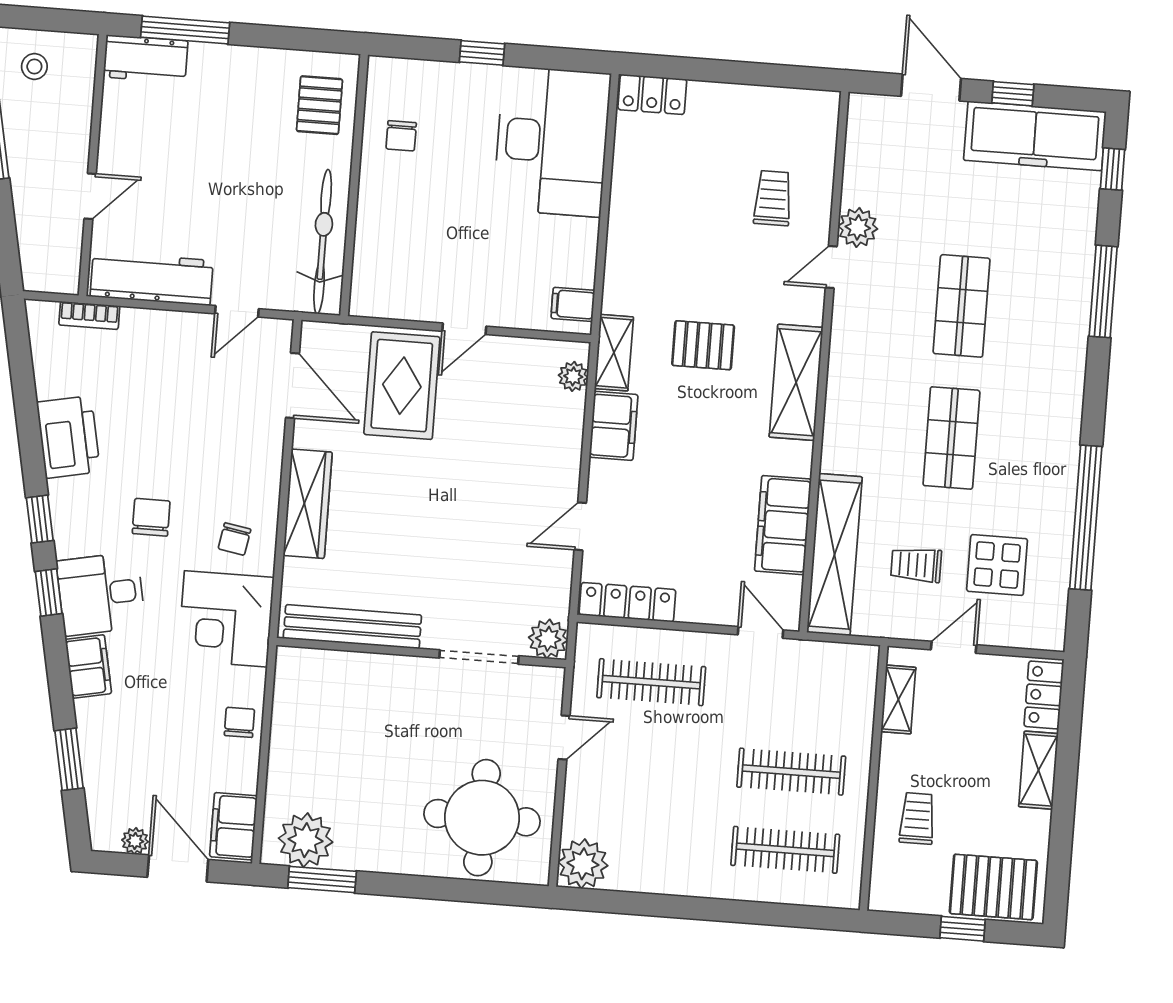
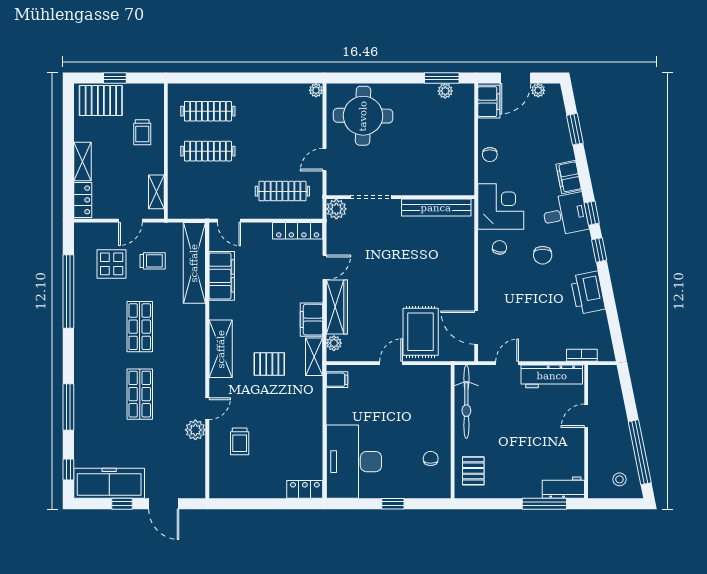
wardrobe: (308, 504) -> (337, 307), moved, turned 180
plant: (306, 840) -> (445, 91), width x0.53, depth x0.53
plant: (583, 864) -> (316, 90), width x0.53, depth x0.53
door: (178, 868) -> (515, 78), hinge flipped

